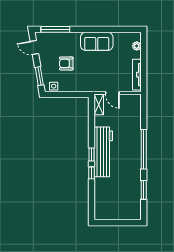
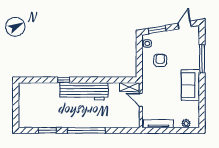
window: (55, 29) -> (202, 59), moved
armchair: (66, 63) -> (160, 60), moved
door: (112, 93) -> (141, 100), hinge flipped
window: (91, 155) -> (81, 80), removed

